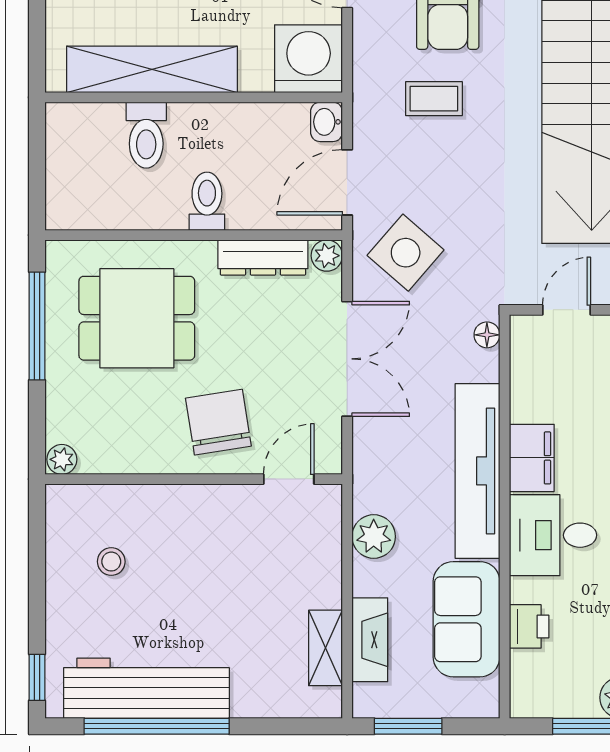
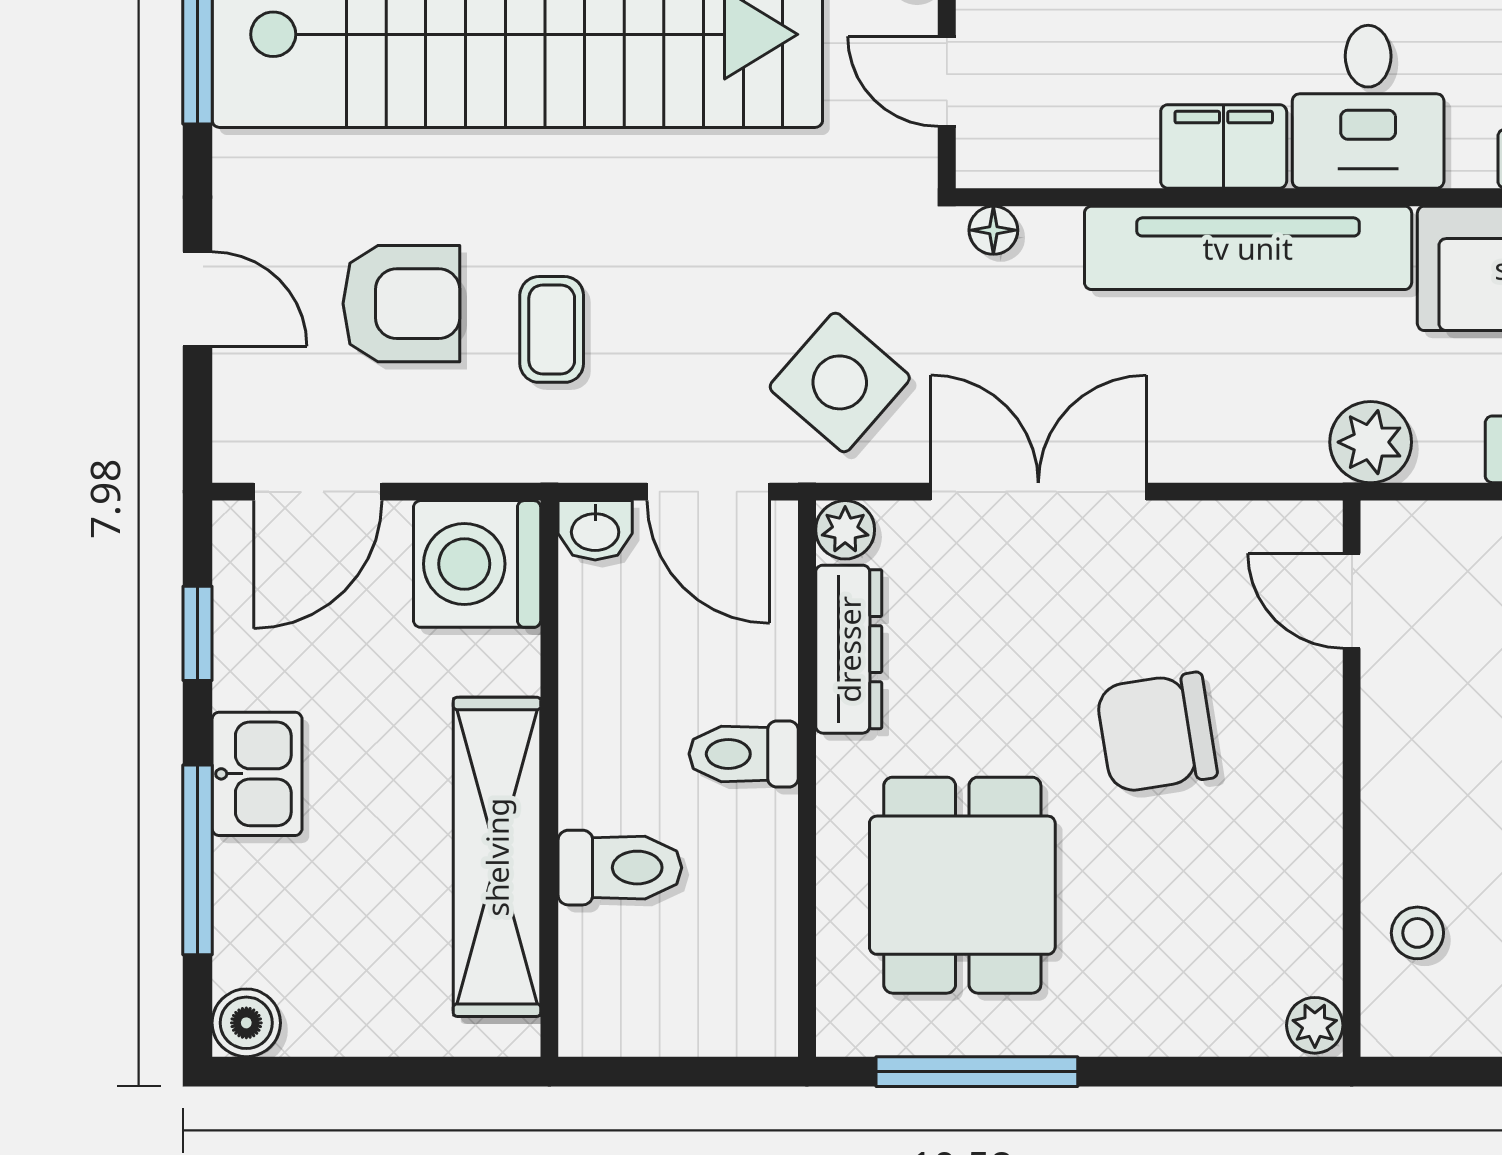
plant: (62, 459) -> (1315, 1025), moved
wall: (194, 479) -> (1352, 779), moved
door: (289, 479) -> (1352, 601), moved

